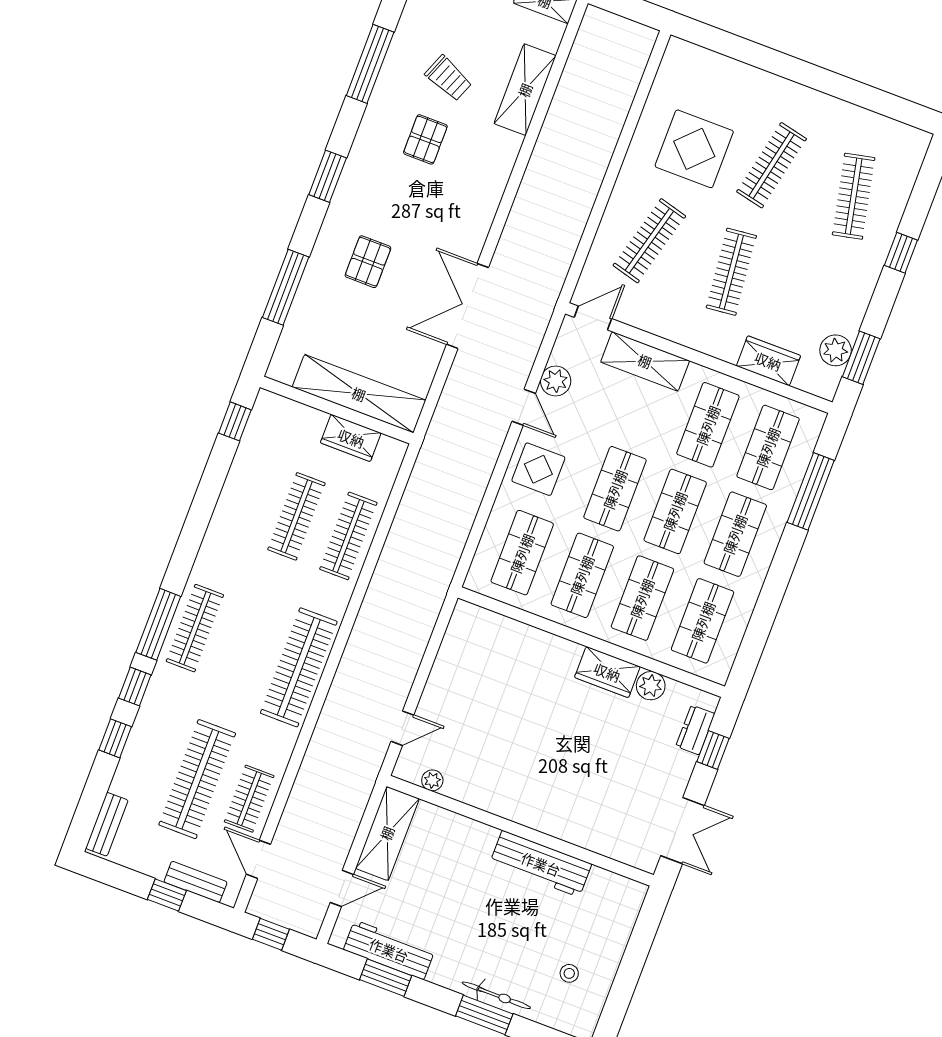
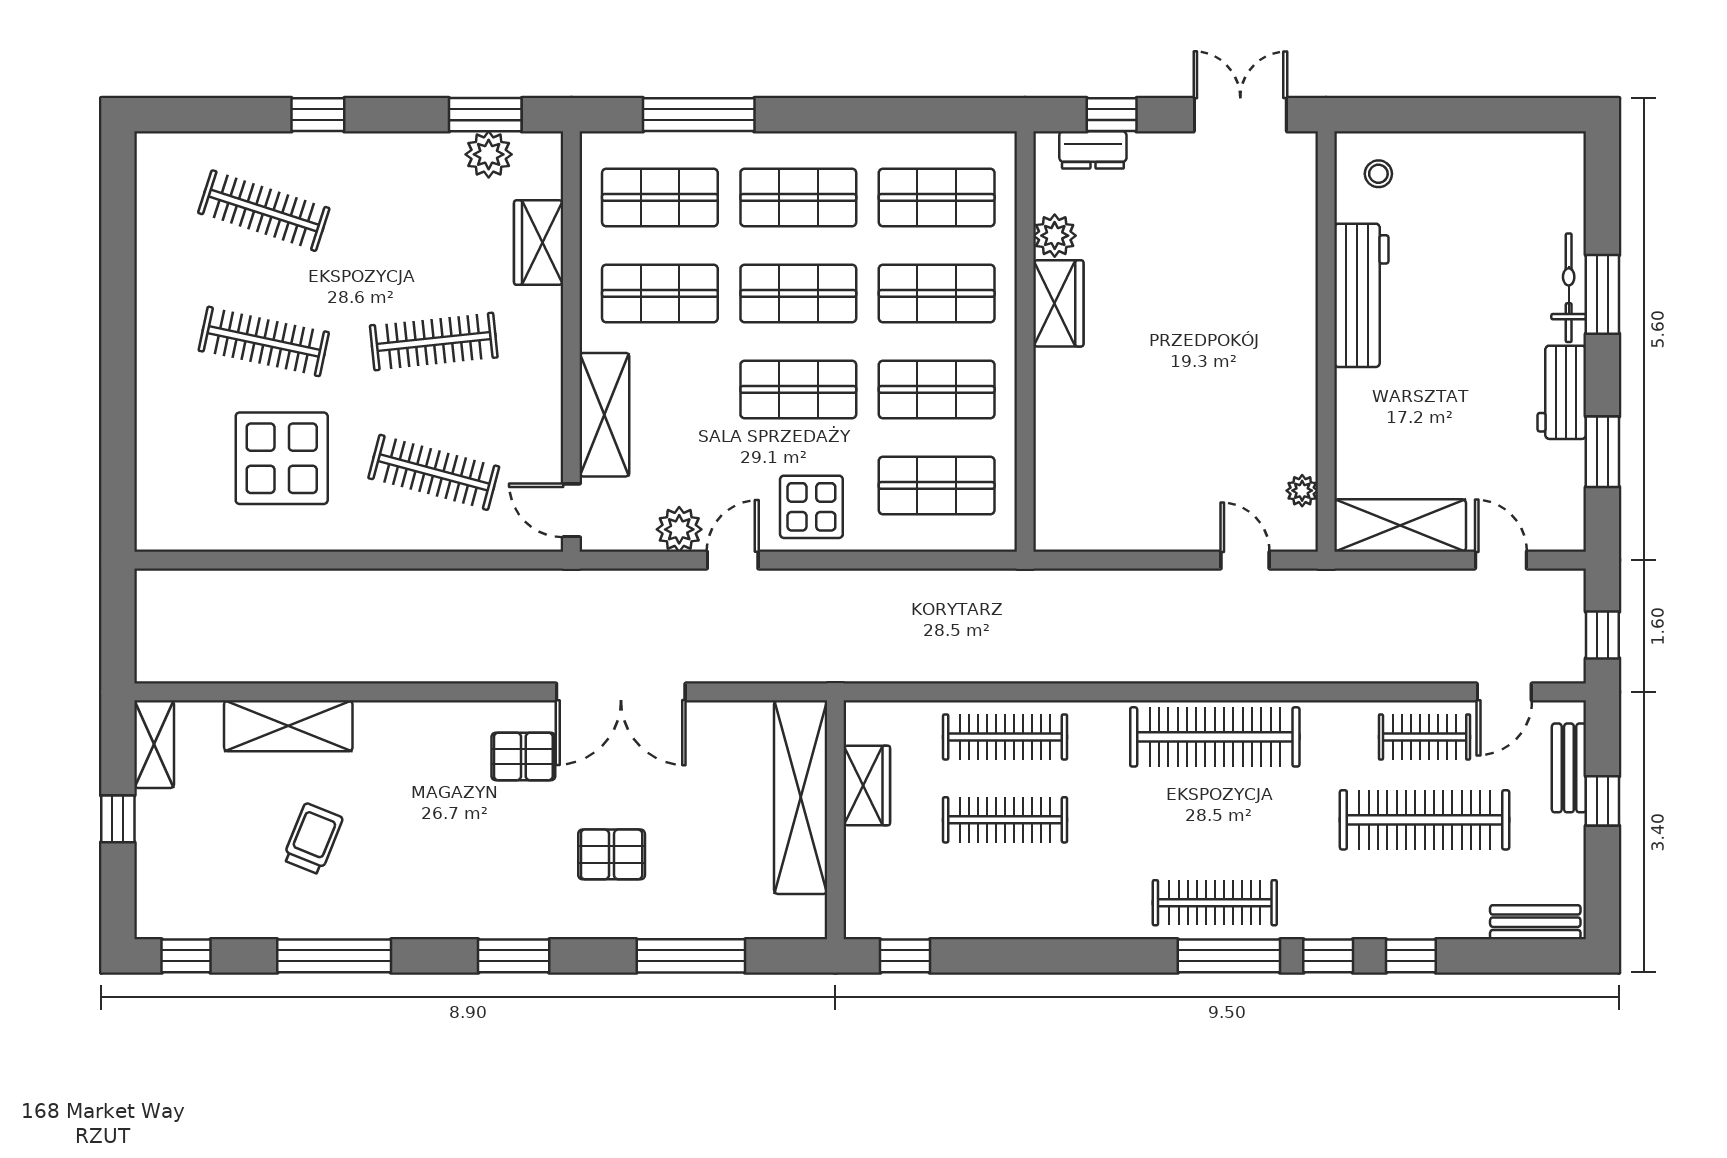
pallet: (425, 139) -> (523, 756), moved
clothes rail: (854, 196) -> (264, 211), turned 30
workbench: (389, 950) -> (1562, 392), moved, width x0.73
stool: (569, 973) -> (1378, 174), moved

